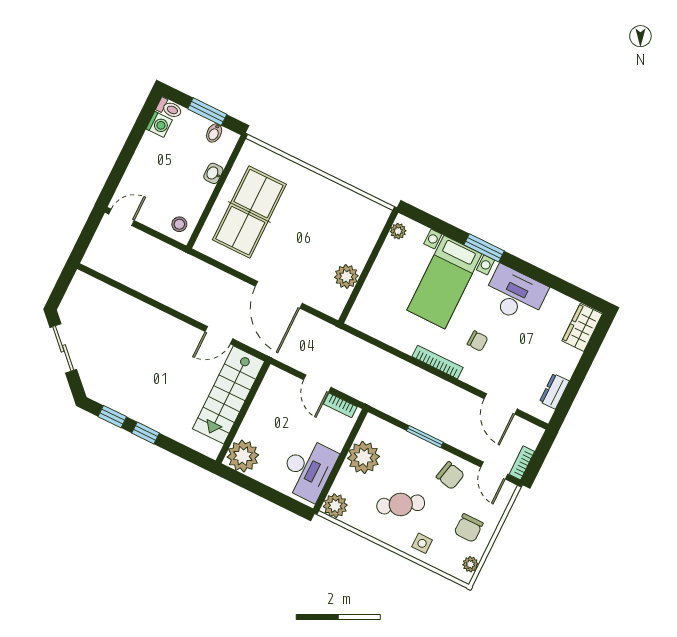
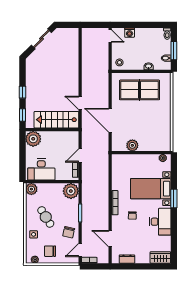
washing machine: (159, 124) -> (130, 33), moved
door: (279, 295) -> (110, 120), hinge flipped
door: (501, 404) -> (110, 239), hinge flipped
window: (112, 417) -> (23, 115), moved
plant: (364, 457) -> (71, 191), moved

